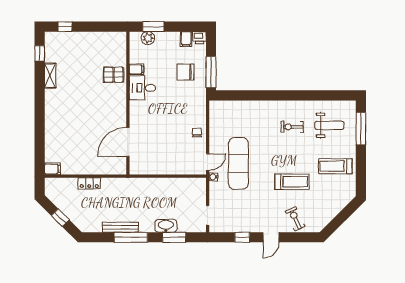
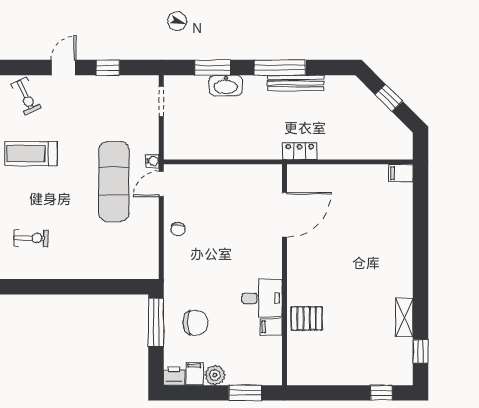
plant: (148, 38) -> (215, 375), moved
locker: (89, 183) -> (300, 151), moved

